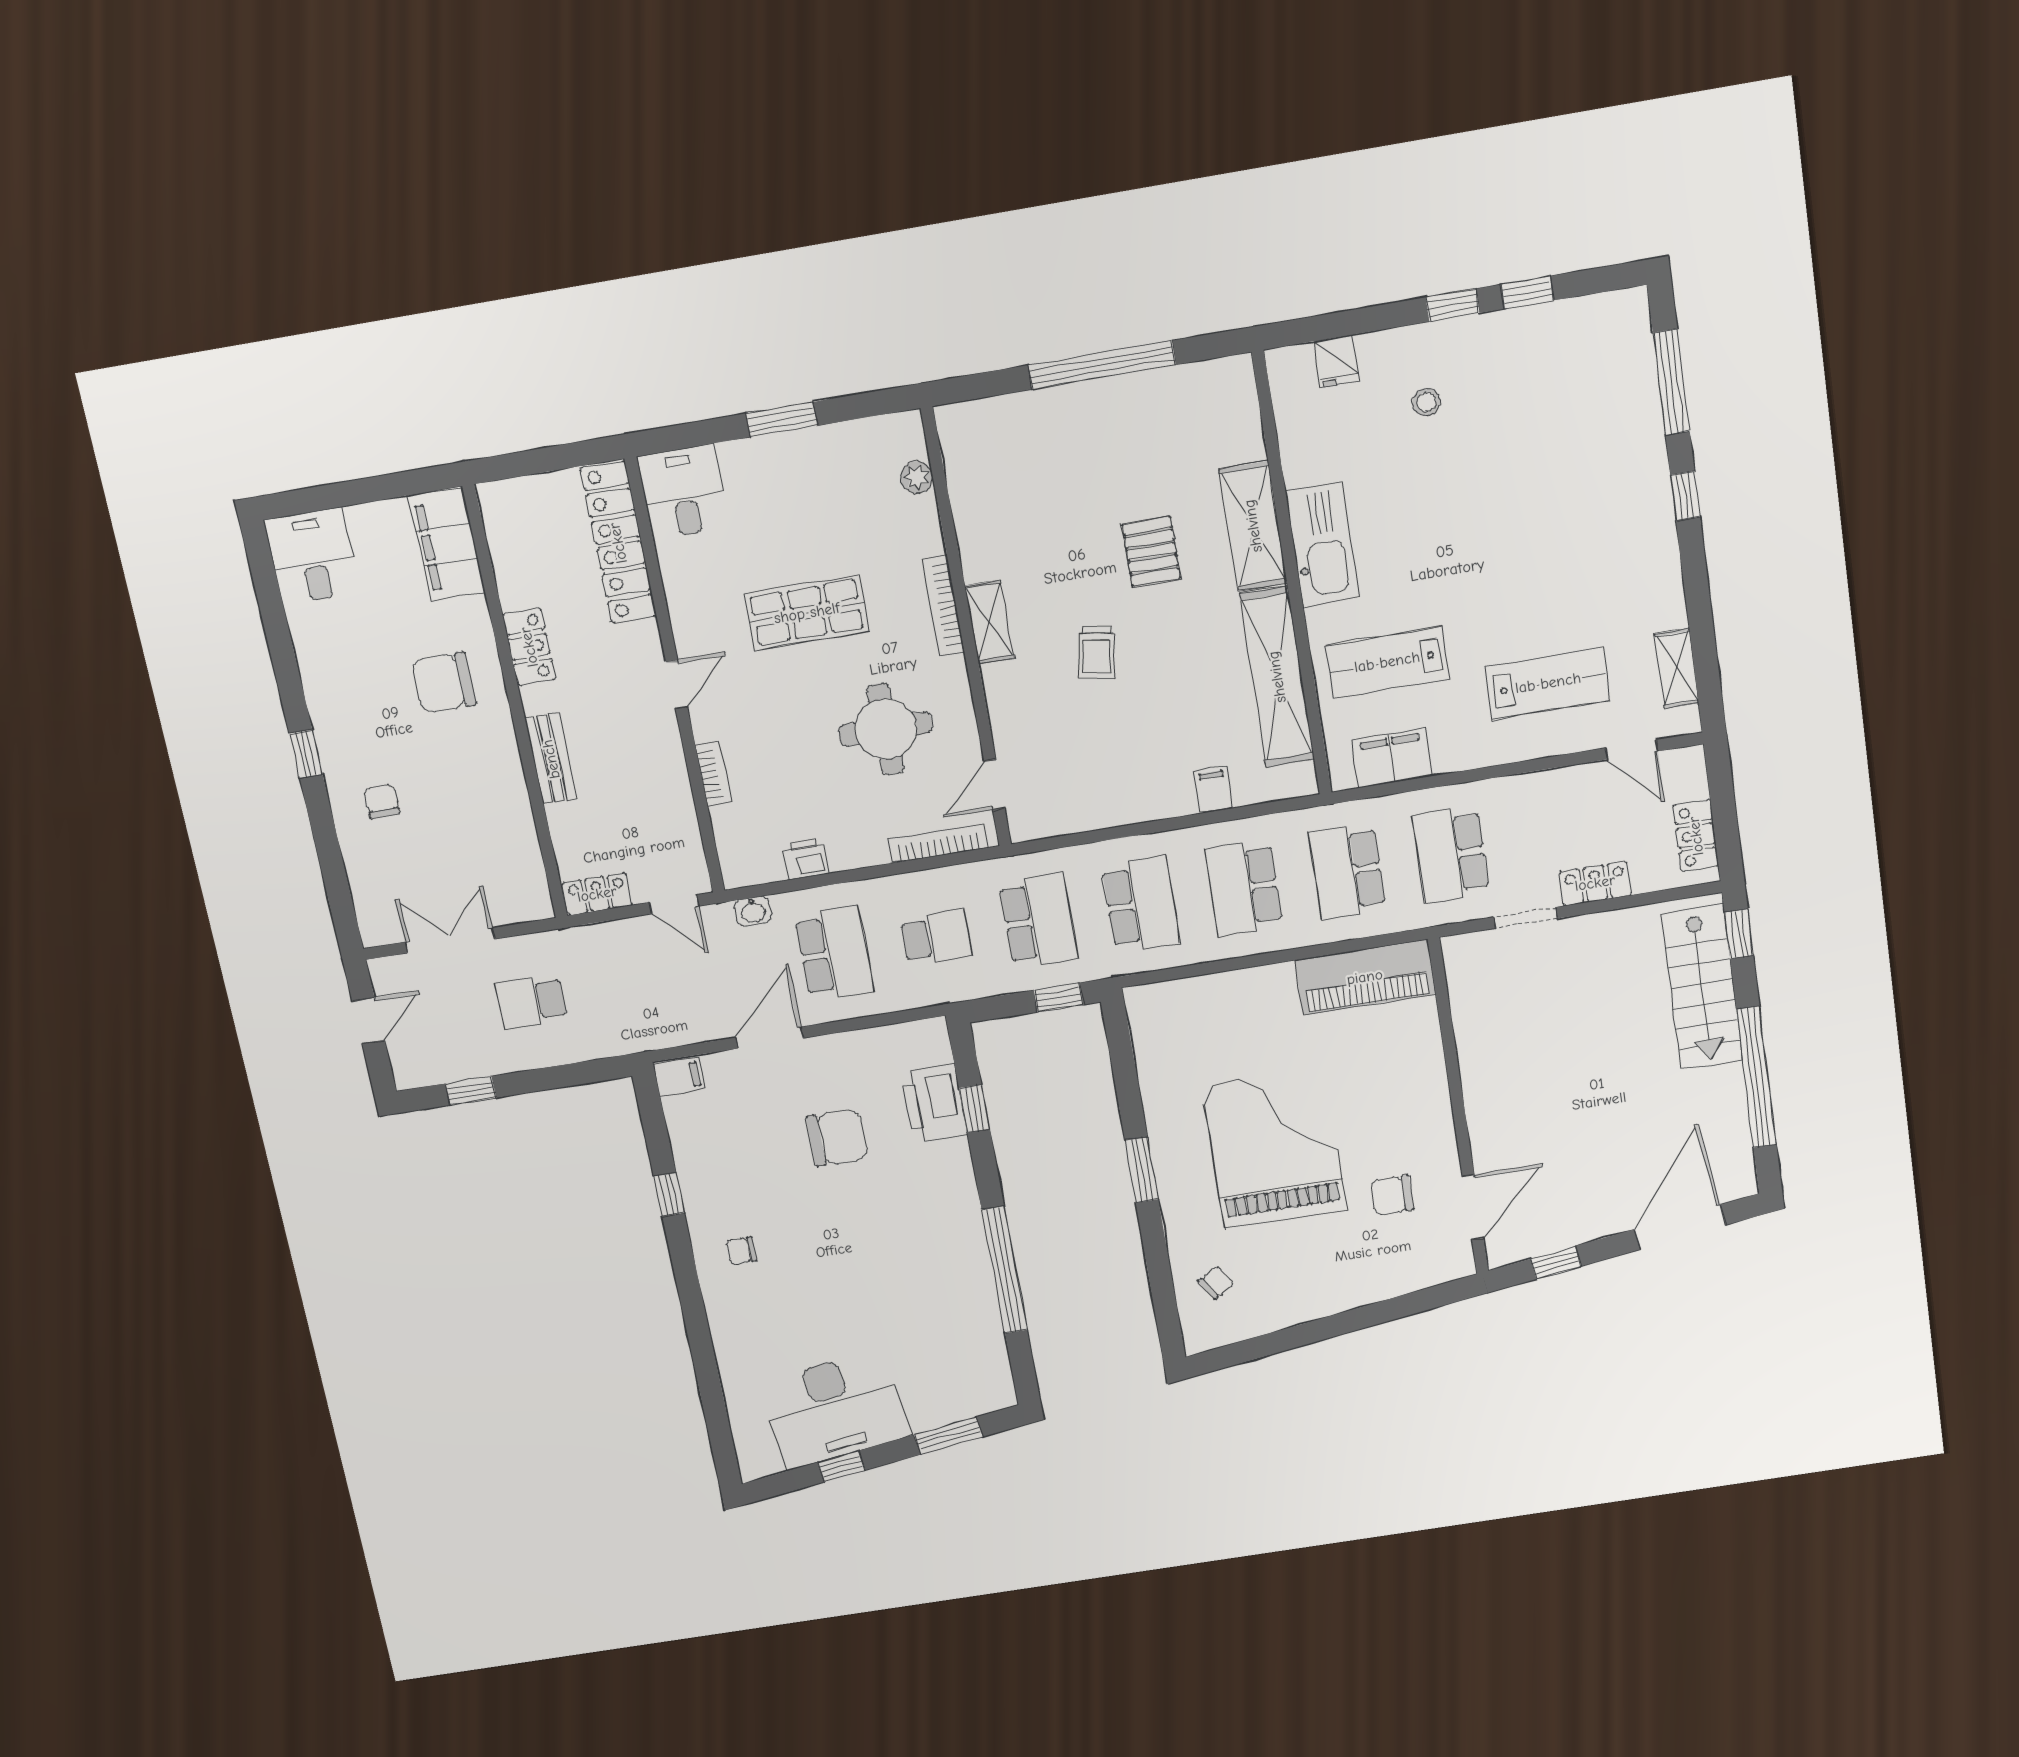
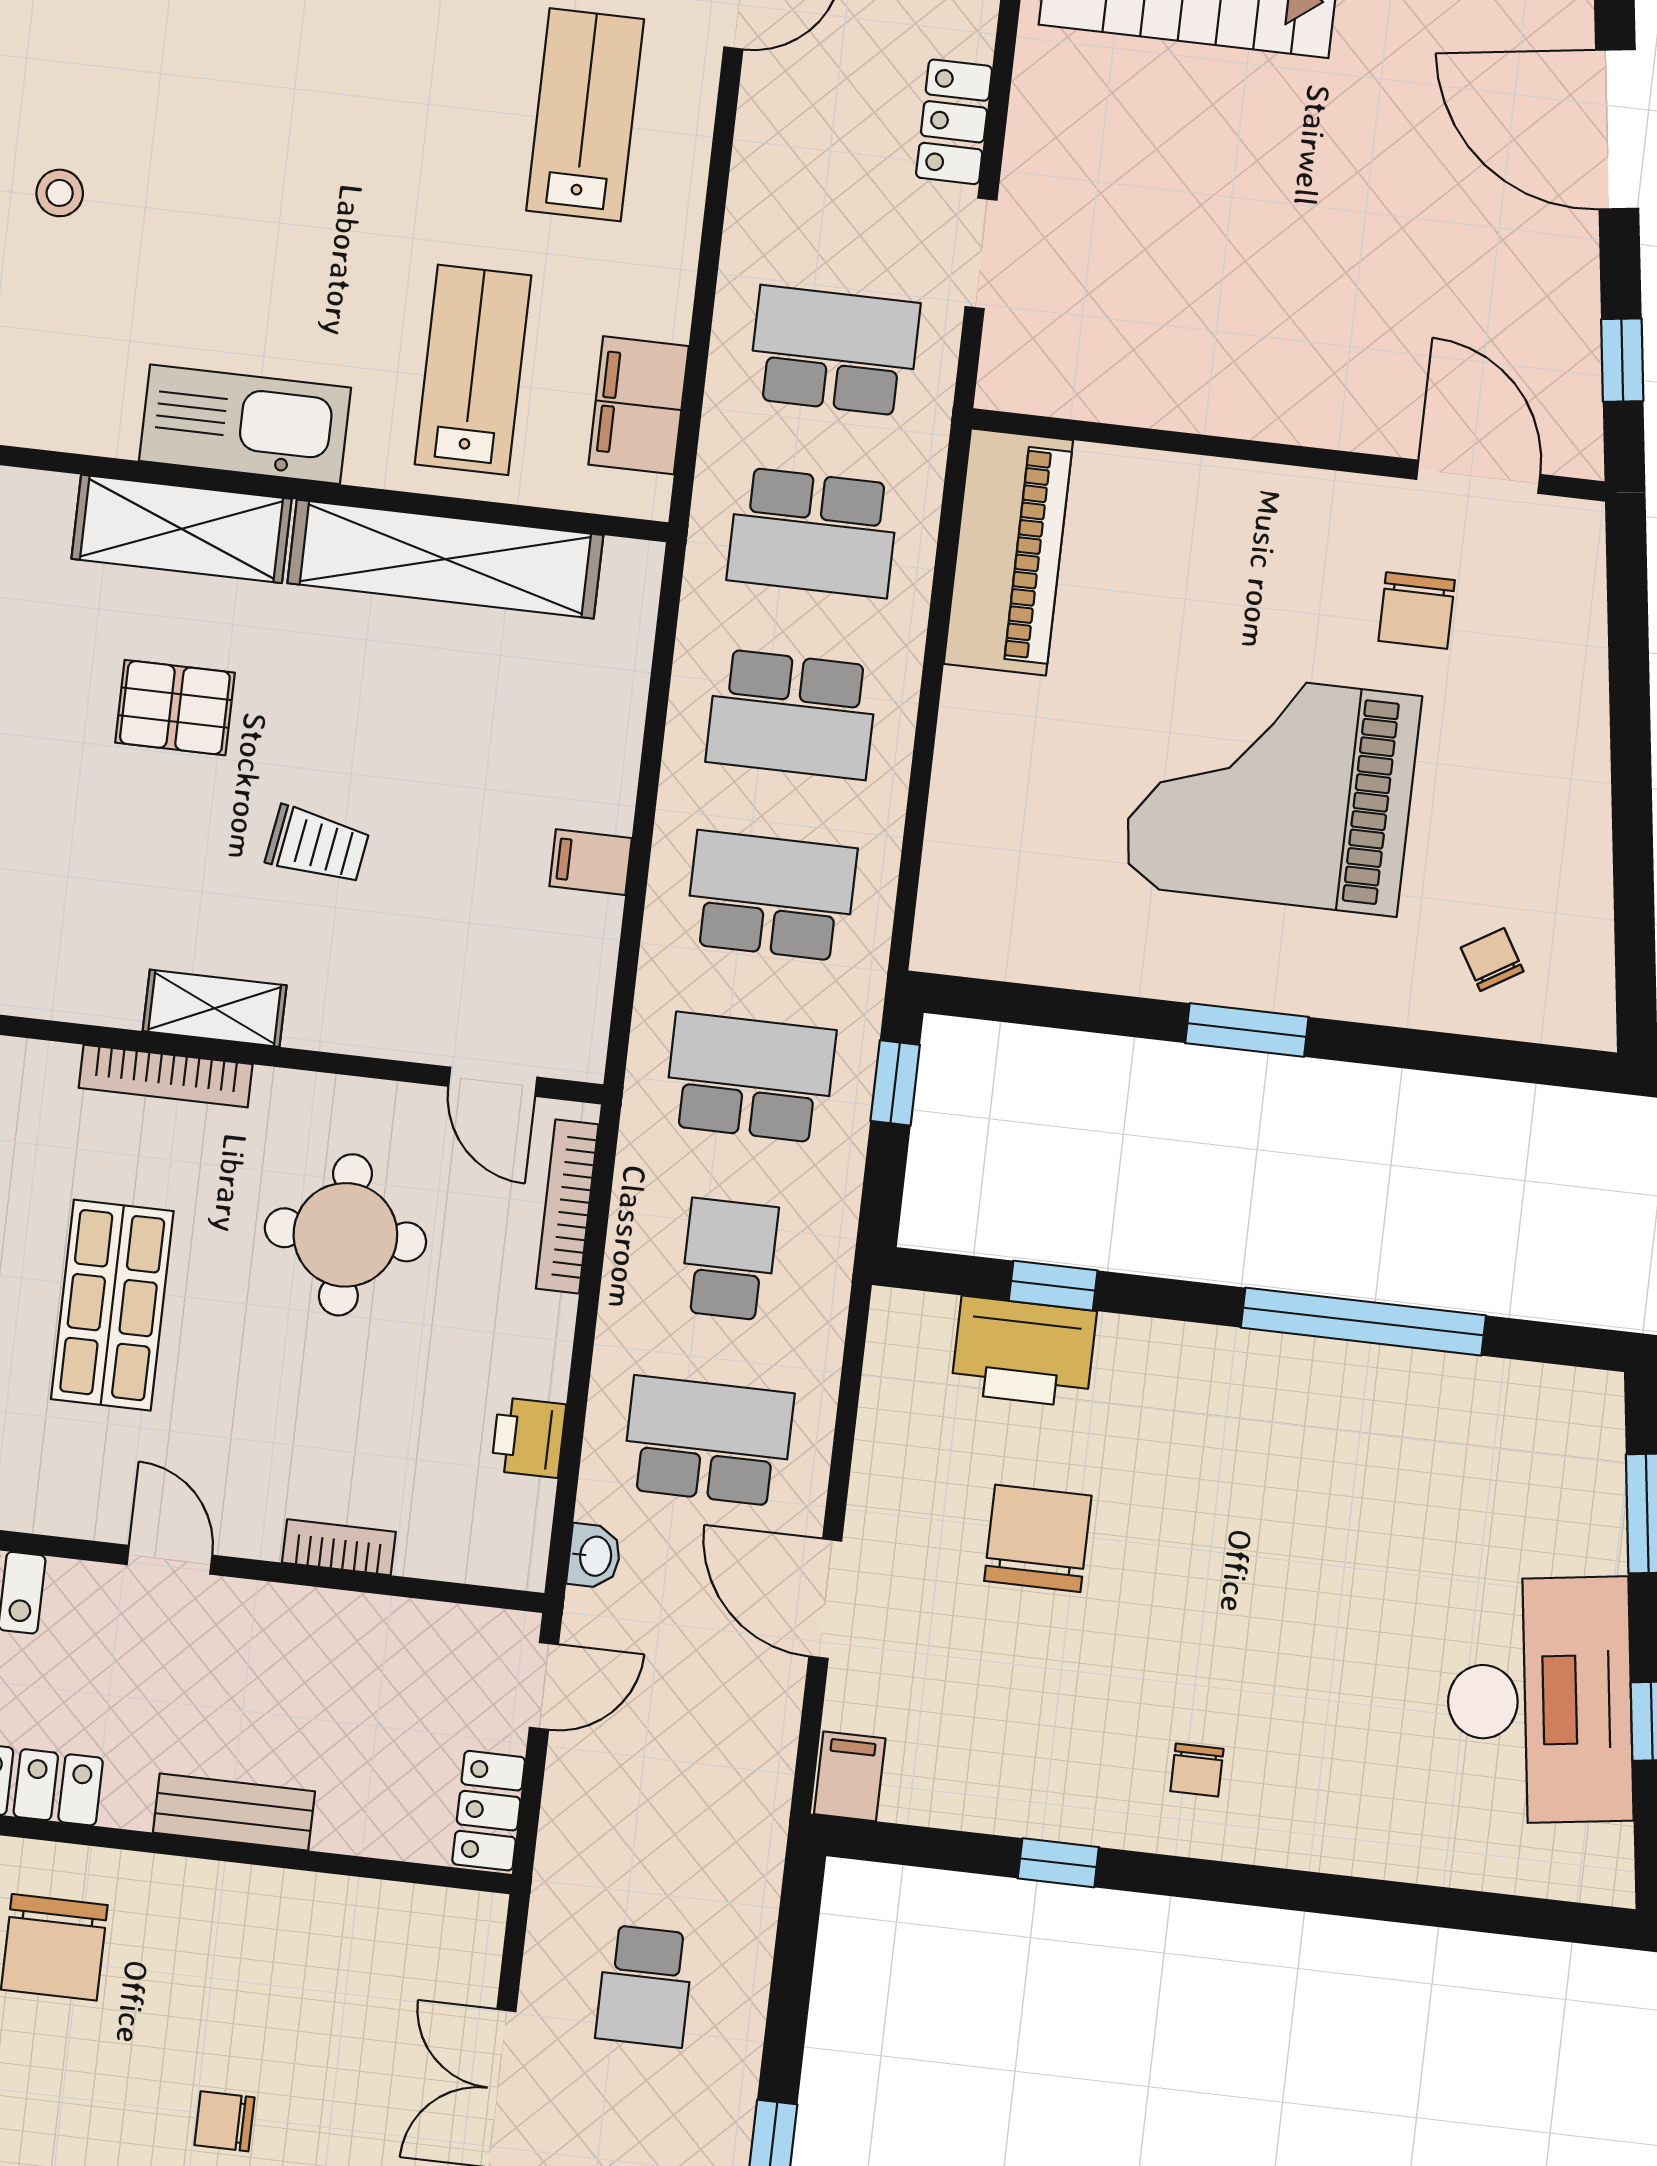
lab bench: (1387, 662) -> (473, 370), turned 180
filing cabinet: (1213, 790) -> (591, 862), moved
school desk: (1451, 855) -> (834, 351), turned 180

